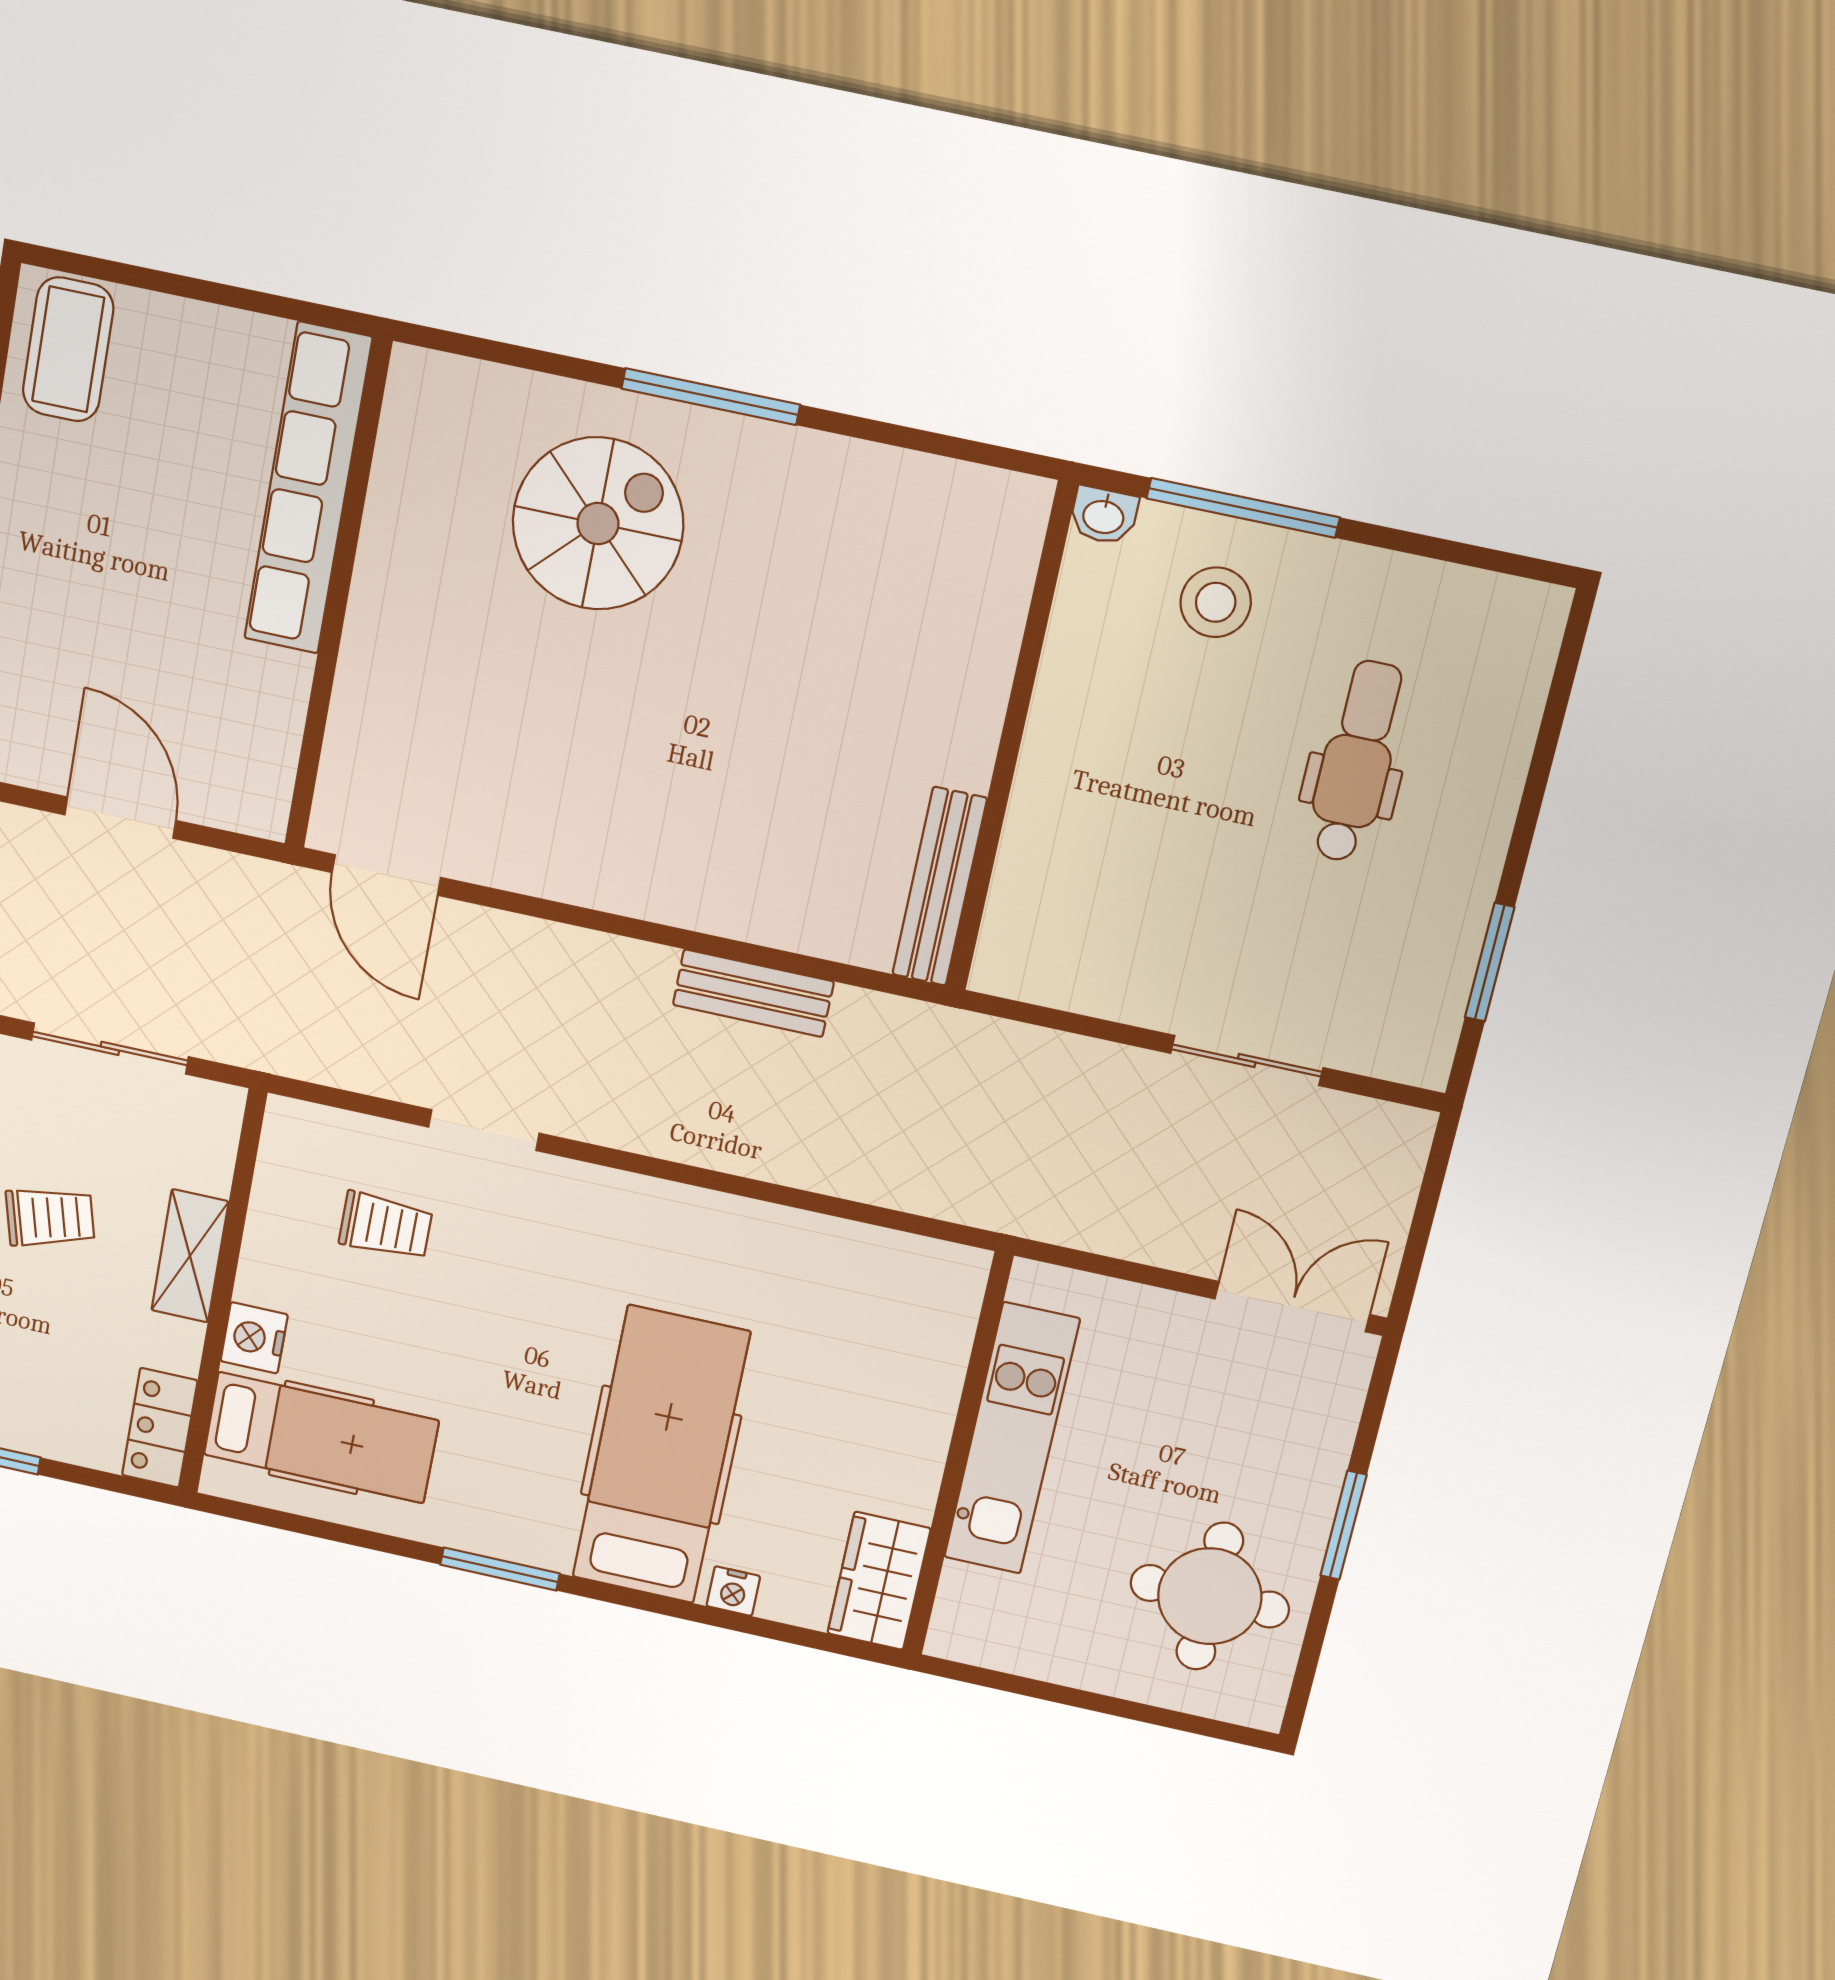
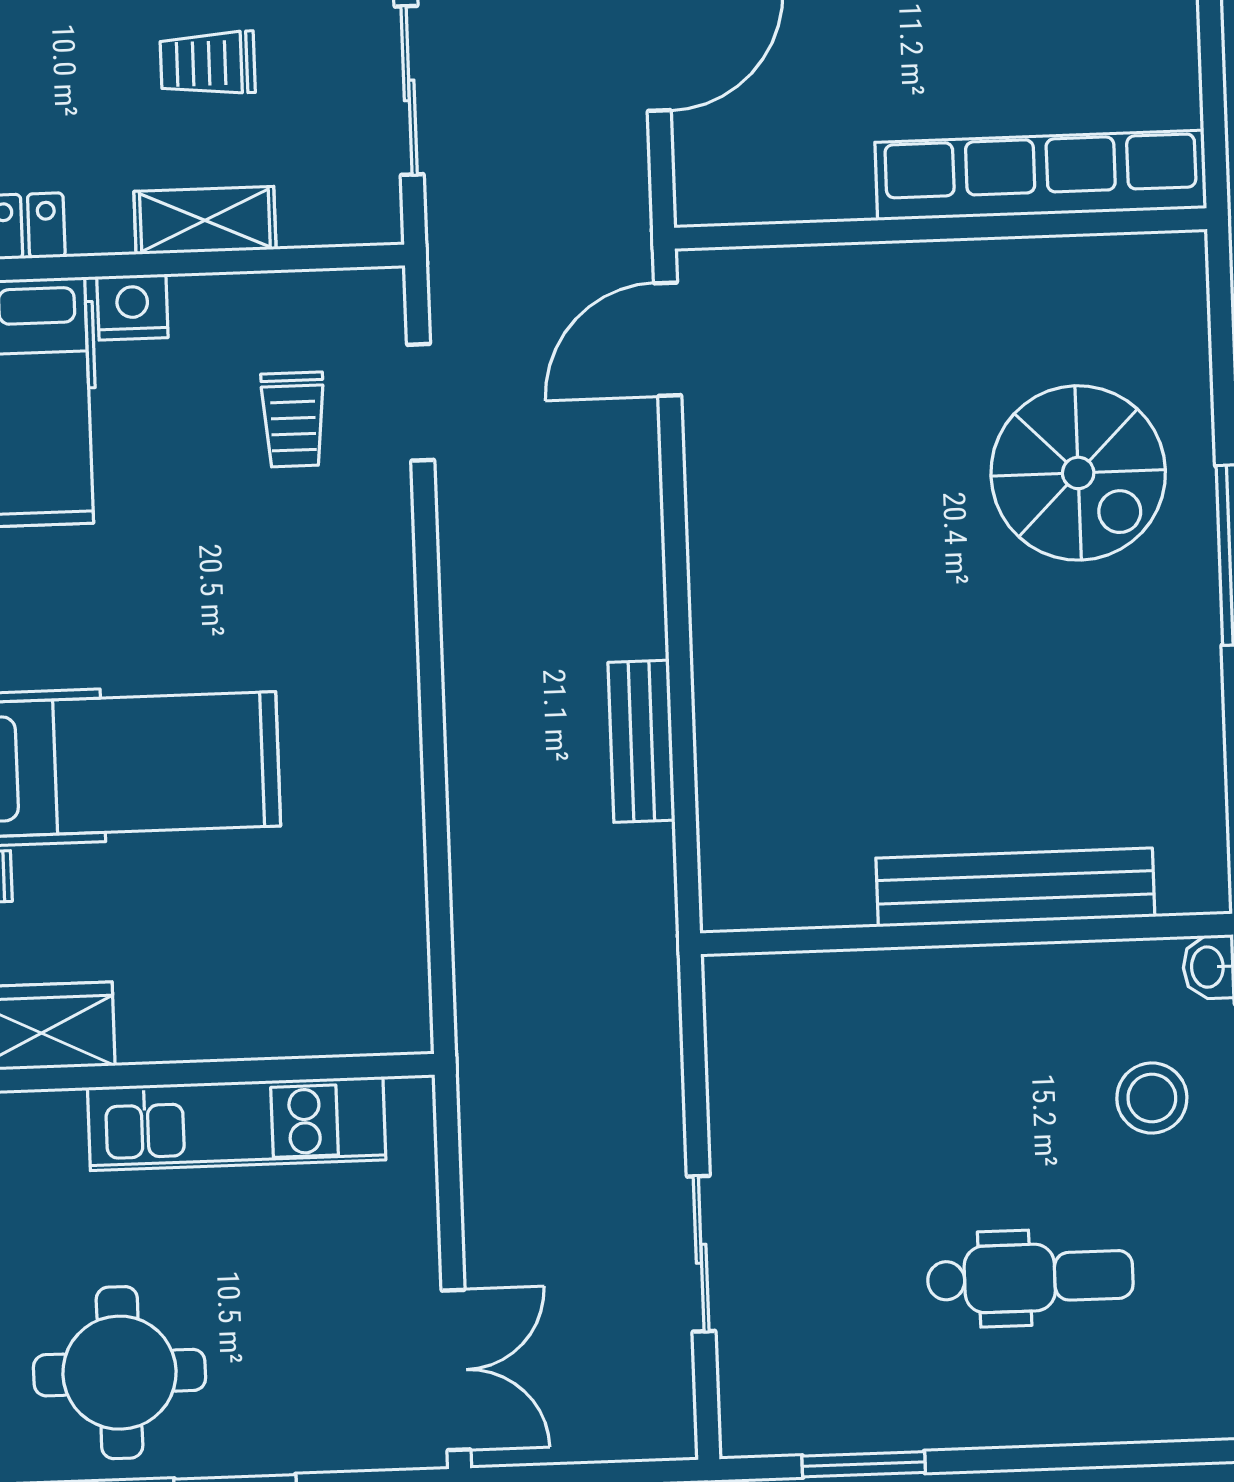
bench: (940, 887) -> (1015, 887), moved, width x1.37, depth x1.21
doorway: (484, 1130) -> (421, 402), moved
trolley: (50, 1217) -> (208, 63), turned 104

